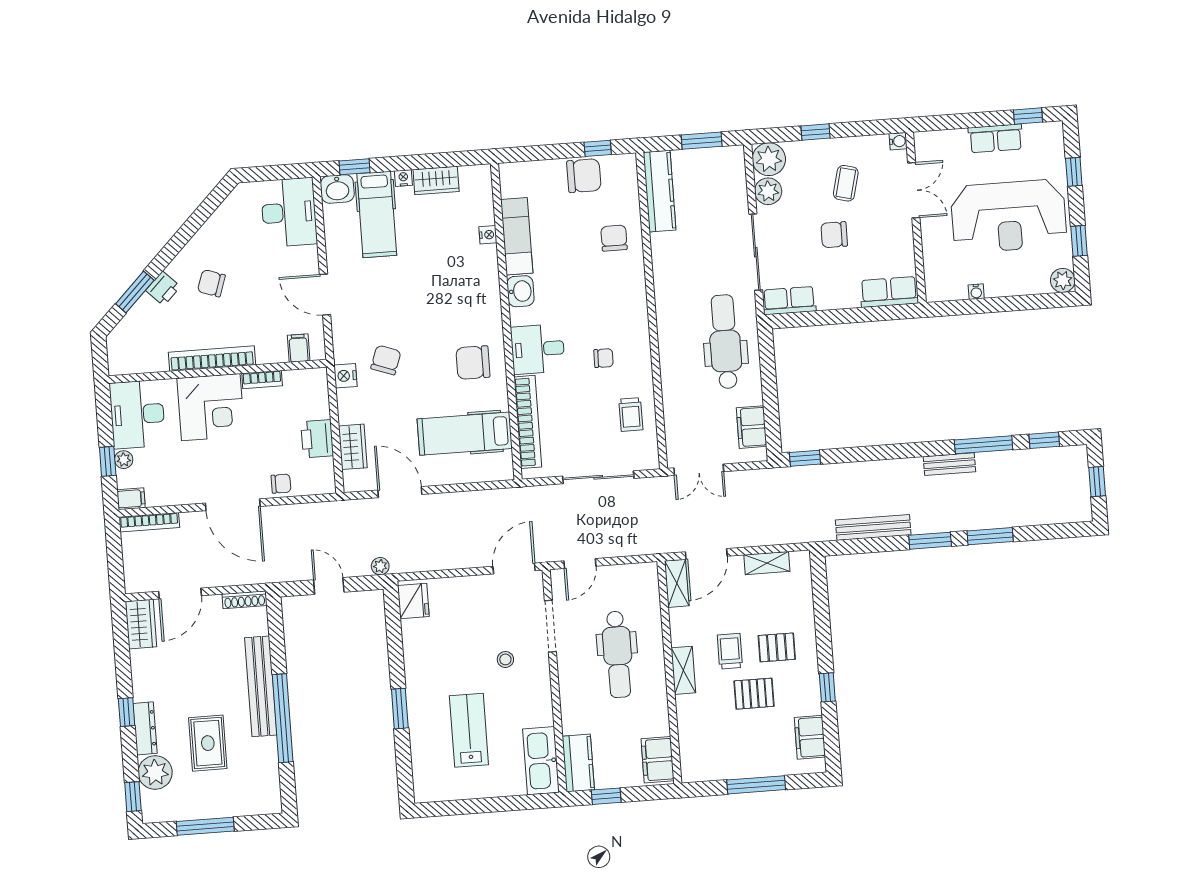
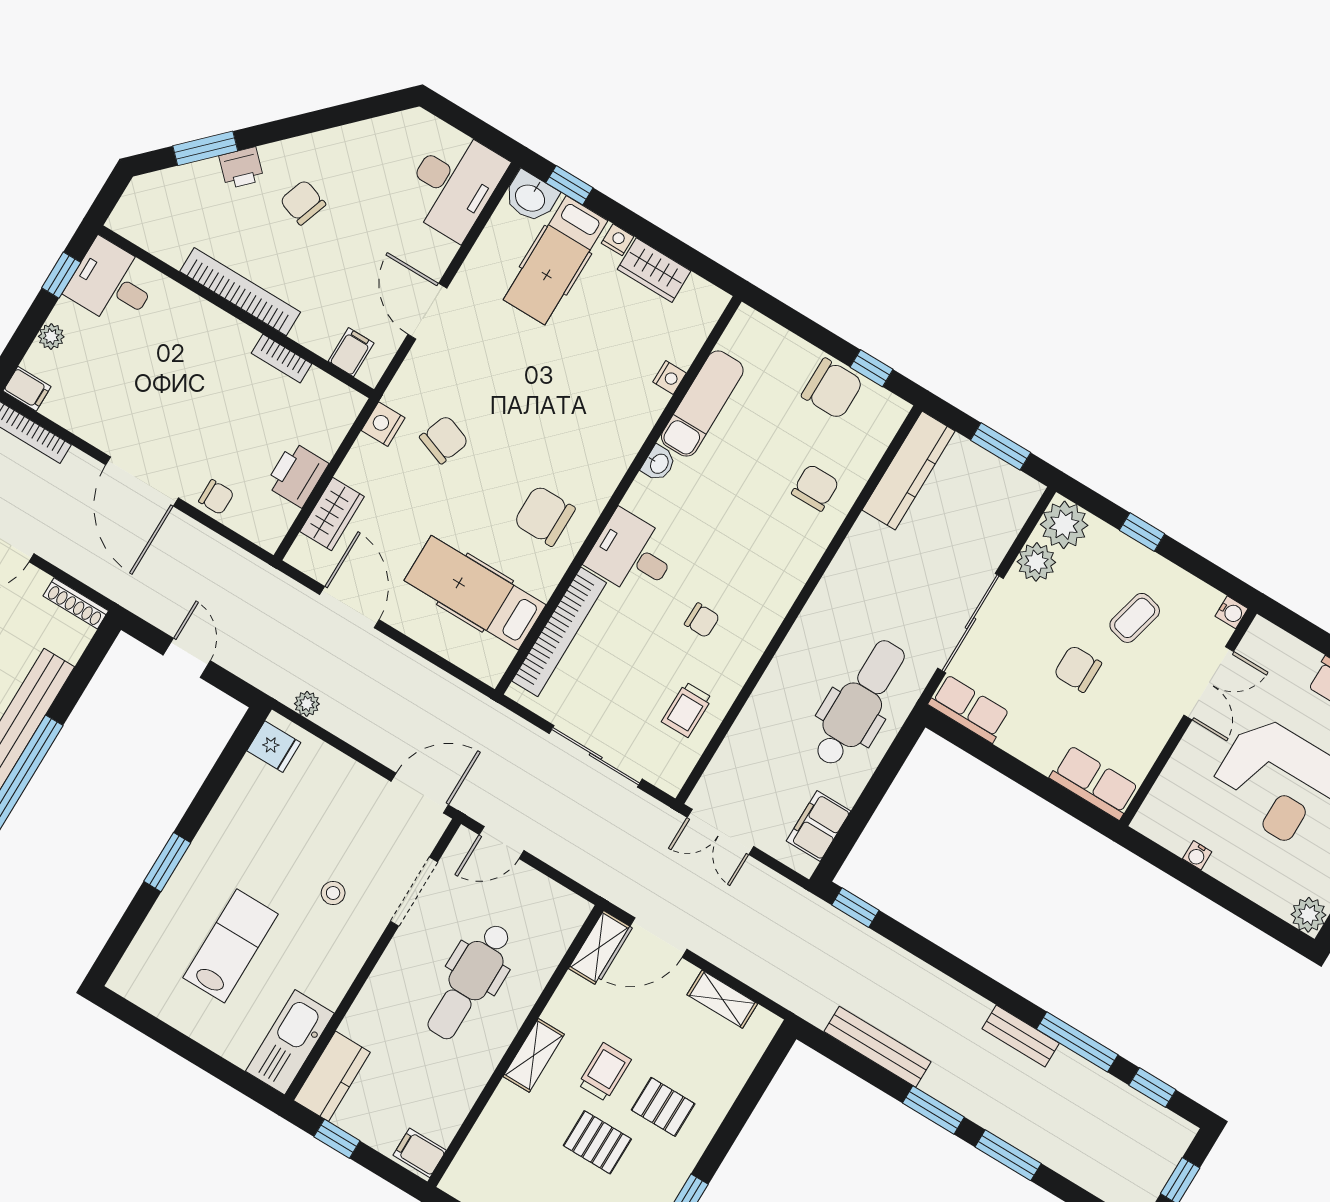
washbasin: (520, 291) -> (659, 463), width x0.72, depth x0.69
corner desk: (211, 407) -> (198, 348), removed
desk: (137, 414) -> (112, 284), width x0.73
window: (108, 461) -> (61, 275), moved
plant: (380, 566) -> (307, 704), moved
fridge: (413, 601) -> (274, 747), width x0.72
filing cabinet: (658, 760) -> (420, 1153), width x0.50

